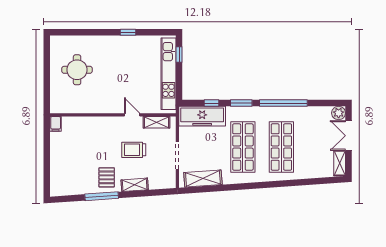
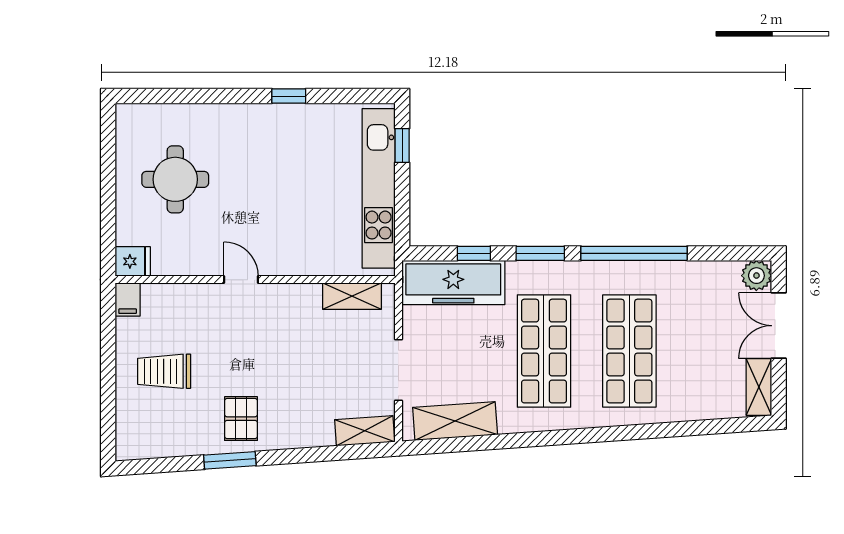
fridge: (58, 107) -> (133, 261), added
door: (132, 115) -> (241, 280), moved
trolley: (134, 150) -> (164, 371), moved
shelving: (135, 185) -> (365, 431), moved
window: (102, 196) -> (230, 460), width x0.69

